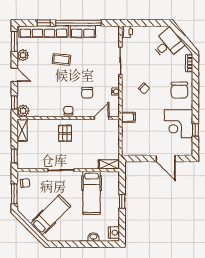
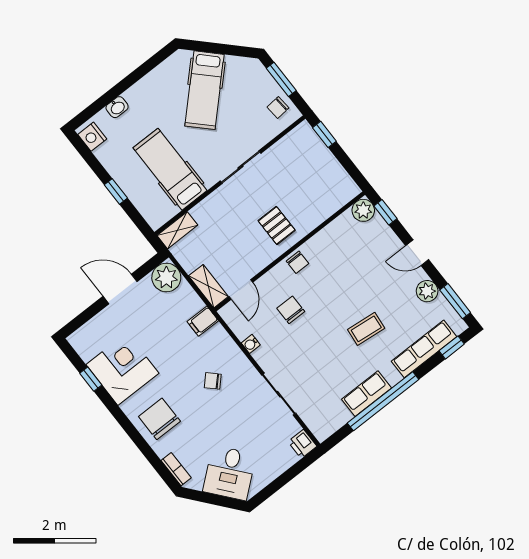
window: (44, 23) -> (452, 347), moved
row of seats: (43, 32) -> (424, 349), width x0.73
shelving: (22, 130) -> (208, 286), moved
plant: (129, 148) -> (166, 278), added
door: (166, 159) -> (120, 289), moved

